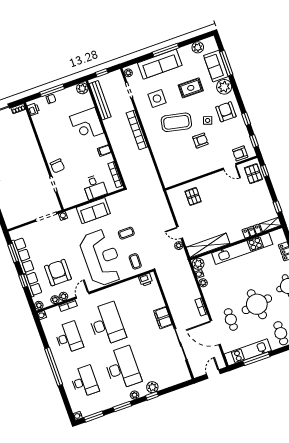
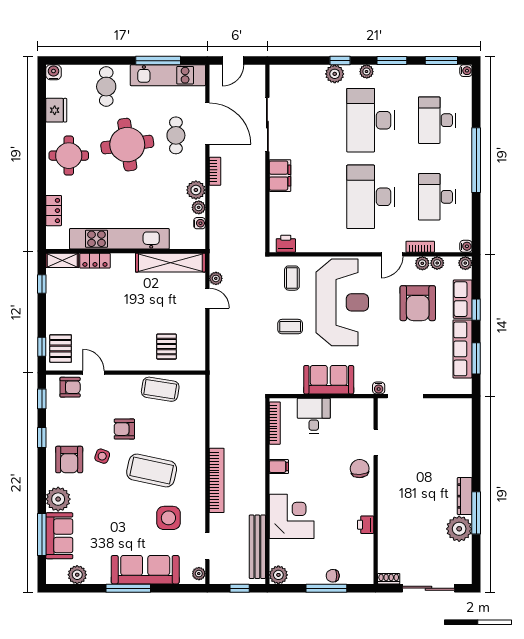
rug: (191, 88) -> (110, 516), removed
printer: (33, 109) -> (366, 525), moved
coffee table: (188, 171) -> (160, 389), added
reception desk: (101, 258) -> (342, 302), turned 180
plant: (198, 264) -> (196, 190), moved

